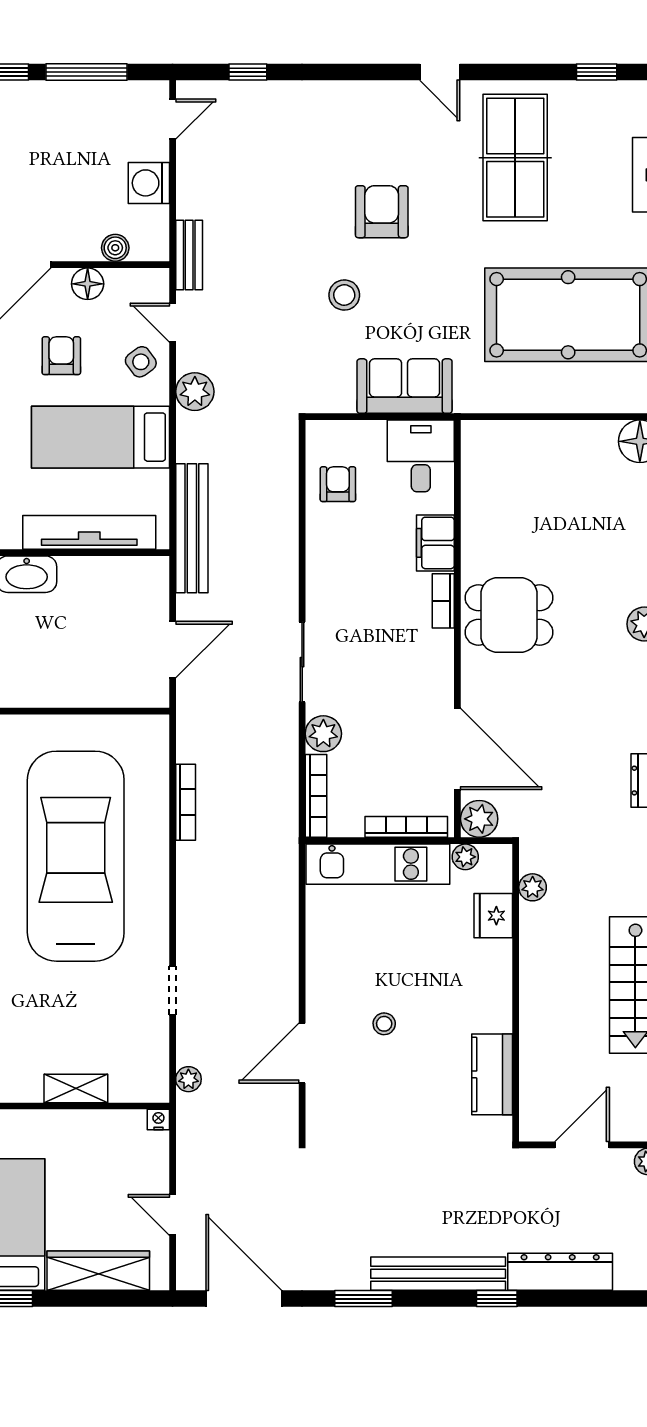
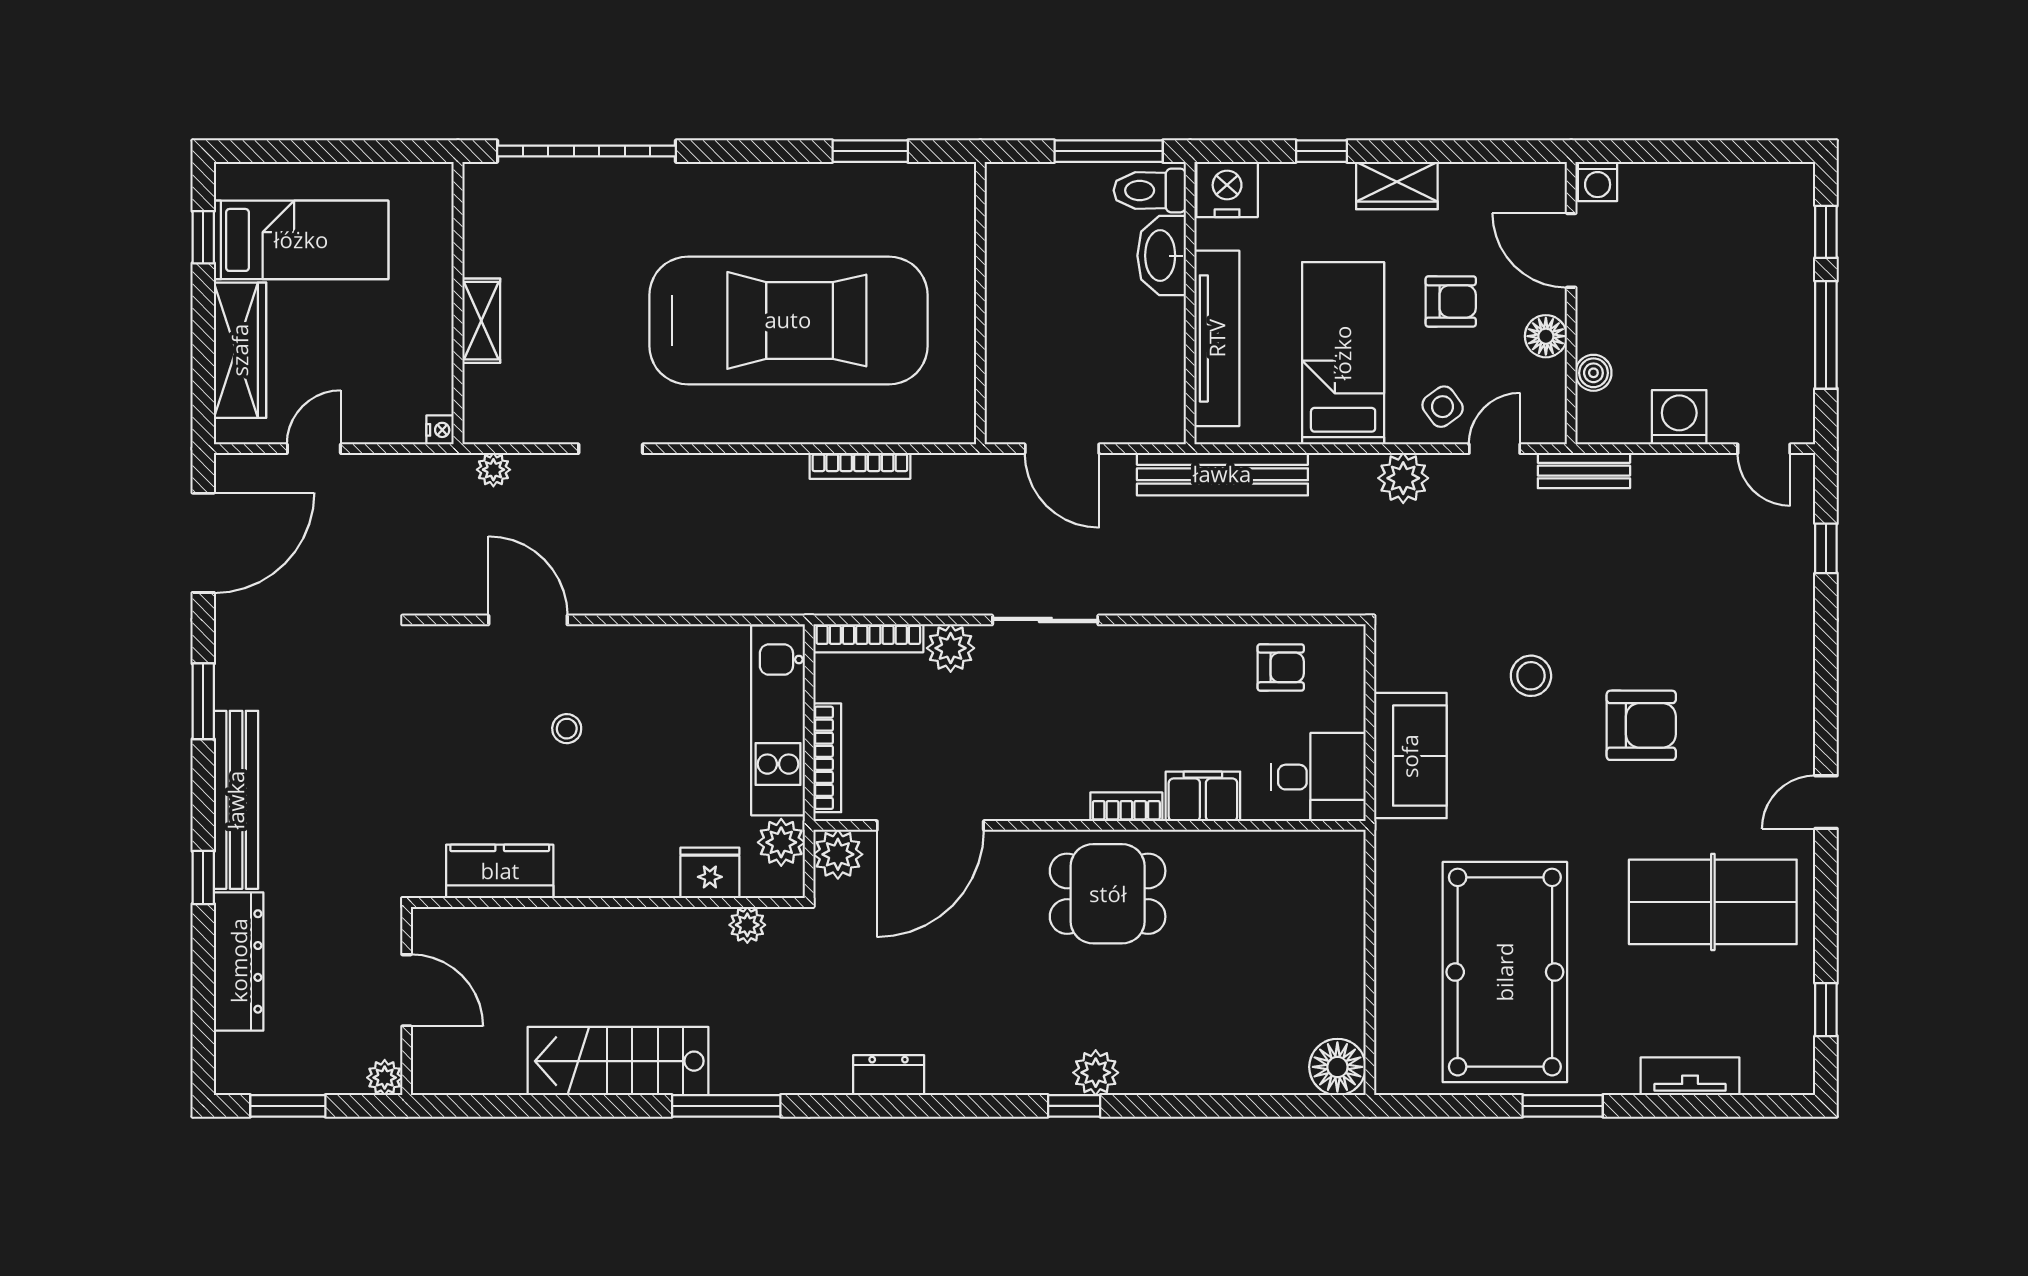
dining table: (509, 615) -> (1108, 894), turned 90
plant: (465, 857) -> (781, 842), width x1.38, depth x1.38

